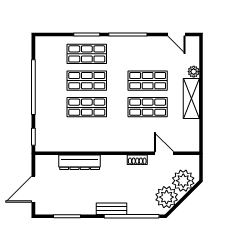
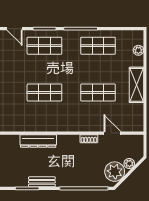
door: (177, 35) -> (15, 29), moved
plant: (194, 72) -> (138, 50), moved
shop shelf: (87, 81) -> (44, 69), removed
shop shelf: (148, 81) -> (98, 46), moved
plant: (183, 181) -> (129, 164), width x0.53, depth x0.53
bench: (112, 209) -> (42, 182), moved

